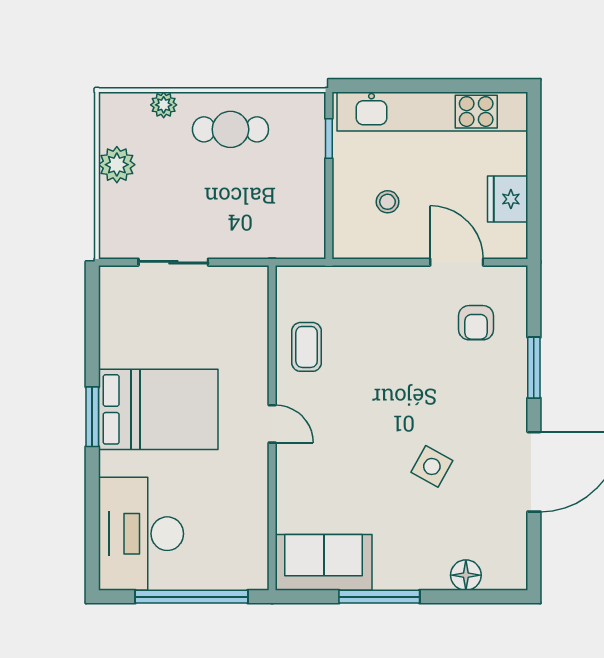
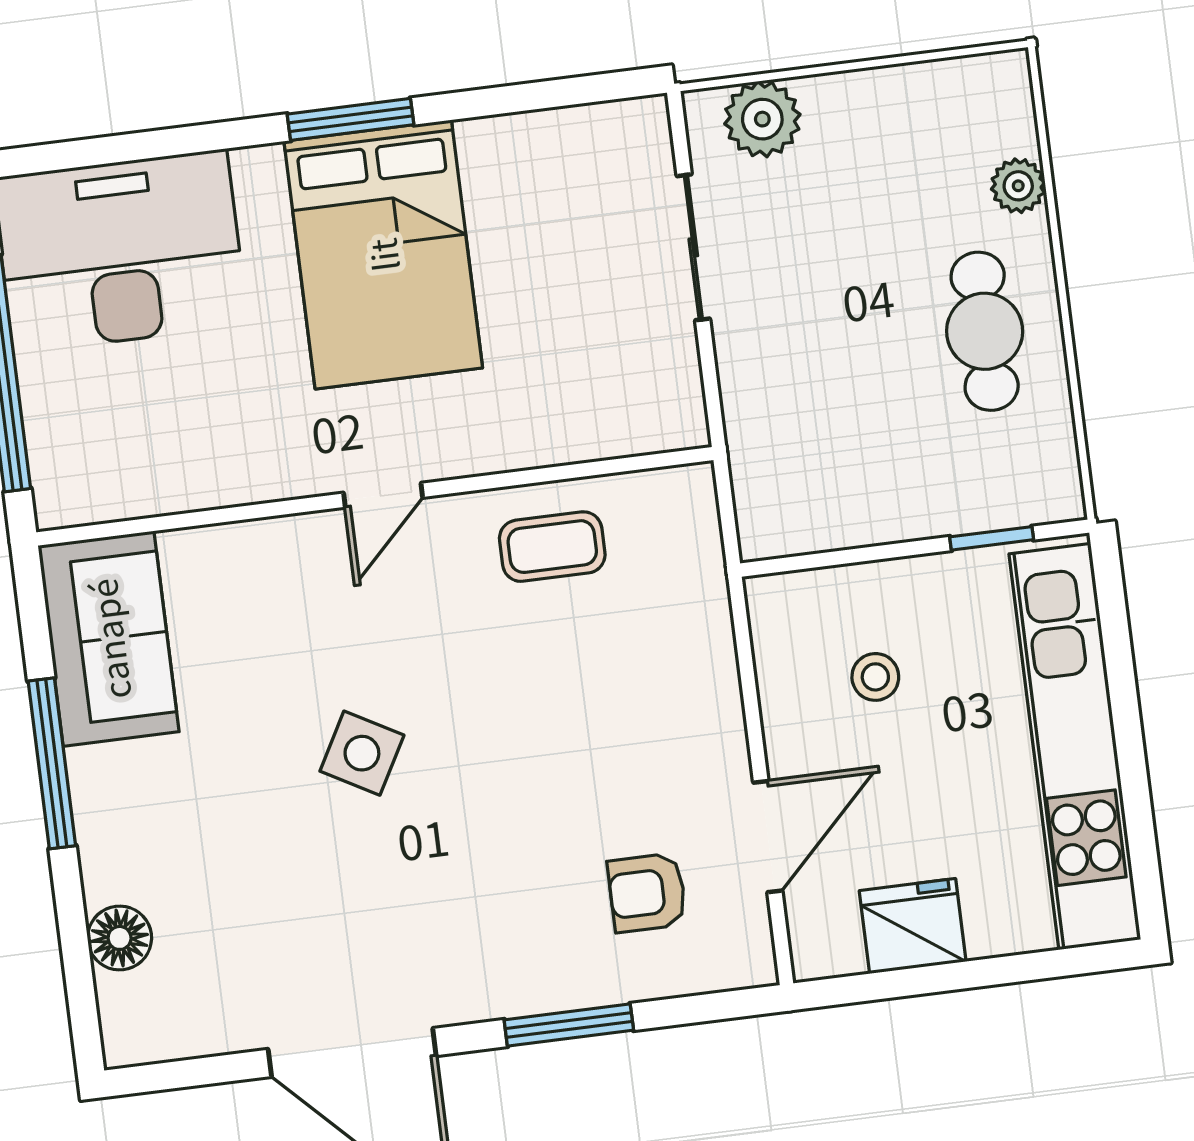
plant: (117, 165) -> (762, 119), moved
side table: (432, 466) -> (362, 753), moved

